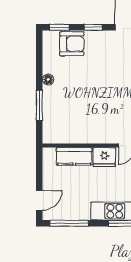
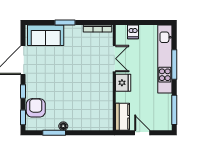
window: (39, 105) -> (54, 133), moved
kitchen counter: (74, 156) -> (123, 117), moved
door: (39, 200) -> (142, 133), moved

